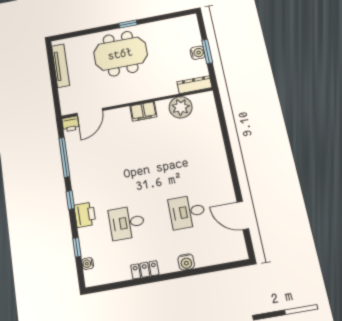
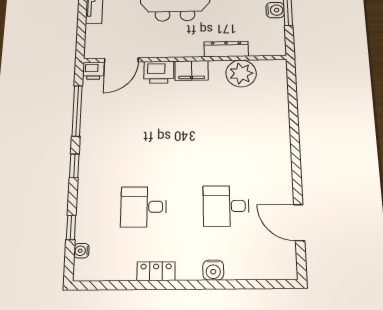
dresser: (194, 85) -> (226, 49), moved
printer: (85, 215) -> (159, 72), moved, turned 90

